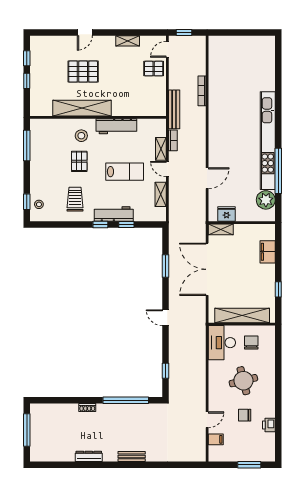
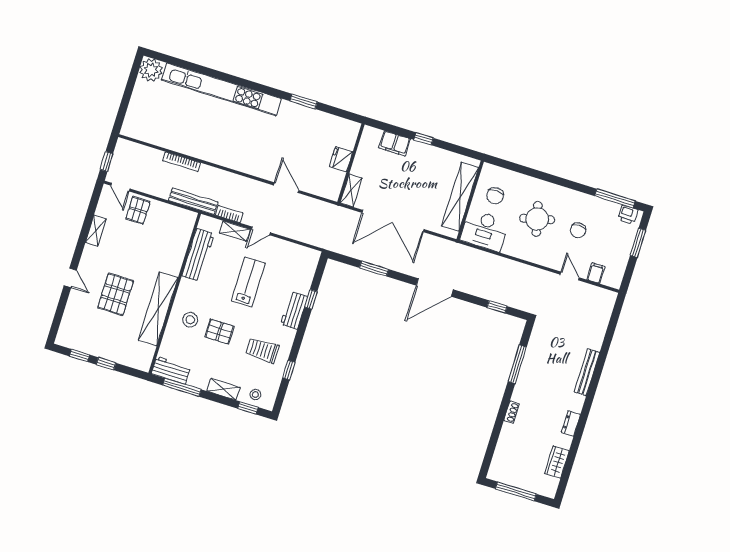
workbench: (116, 126) -> (198, 255), moved
workbench: (37, 133) -> (171, 370), added
kitchen unit: (268, 141) -> (221, 89), moved
window: (278, 171) -> (304, 101), width x0.47
shelving: (161, 194) -> (223, 389), moved
plant: (266, 200) -> (151, 70), moved
workbench: (114, 214) -> (294, 310), width x0.73
fridge: (227, 214) -> (341, 159), moved
window: (100, 224) -> (289, 370), moved
window: (278, 289) -> (424, 139), moved
door: (166, 318) -> (435, 287), width x1.87
chair: (251, 342) -> (495, 196), turned -90
window: (126, 400) -> (517, 364), width x0.68
printer: (269, 425) -> (628, 215), moved
window: (278, 436) -> (615, 198), added
wardrobe: (59, 455) -> (557, 462), added
dresser: (89, 456) -> (571, 423), width x0.70
bench: (132, 456) -> (587, 372), width x1.36

